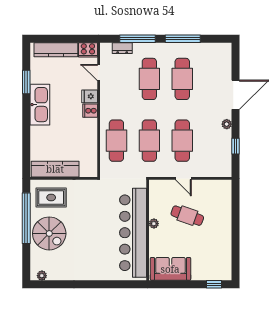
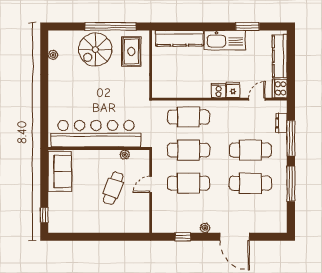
kitchen counter: (55, 169) -> (179, 38), moved, turned 90
plant: (154, 224) -> (125, 155), moved
plant: (42, 276) -> (53, 55), moved

